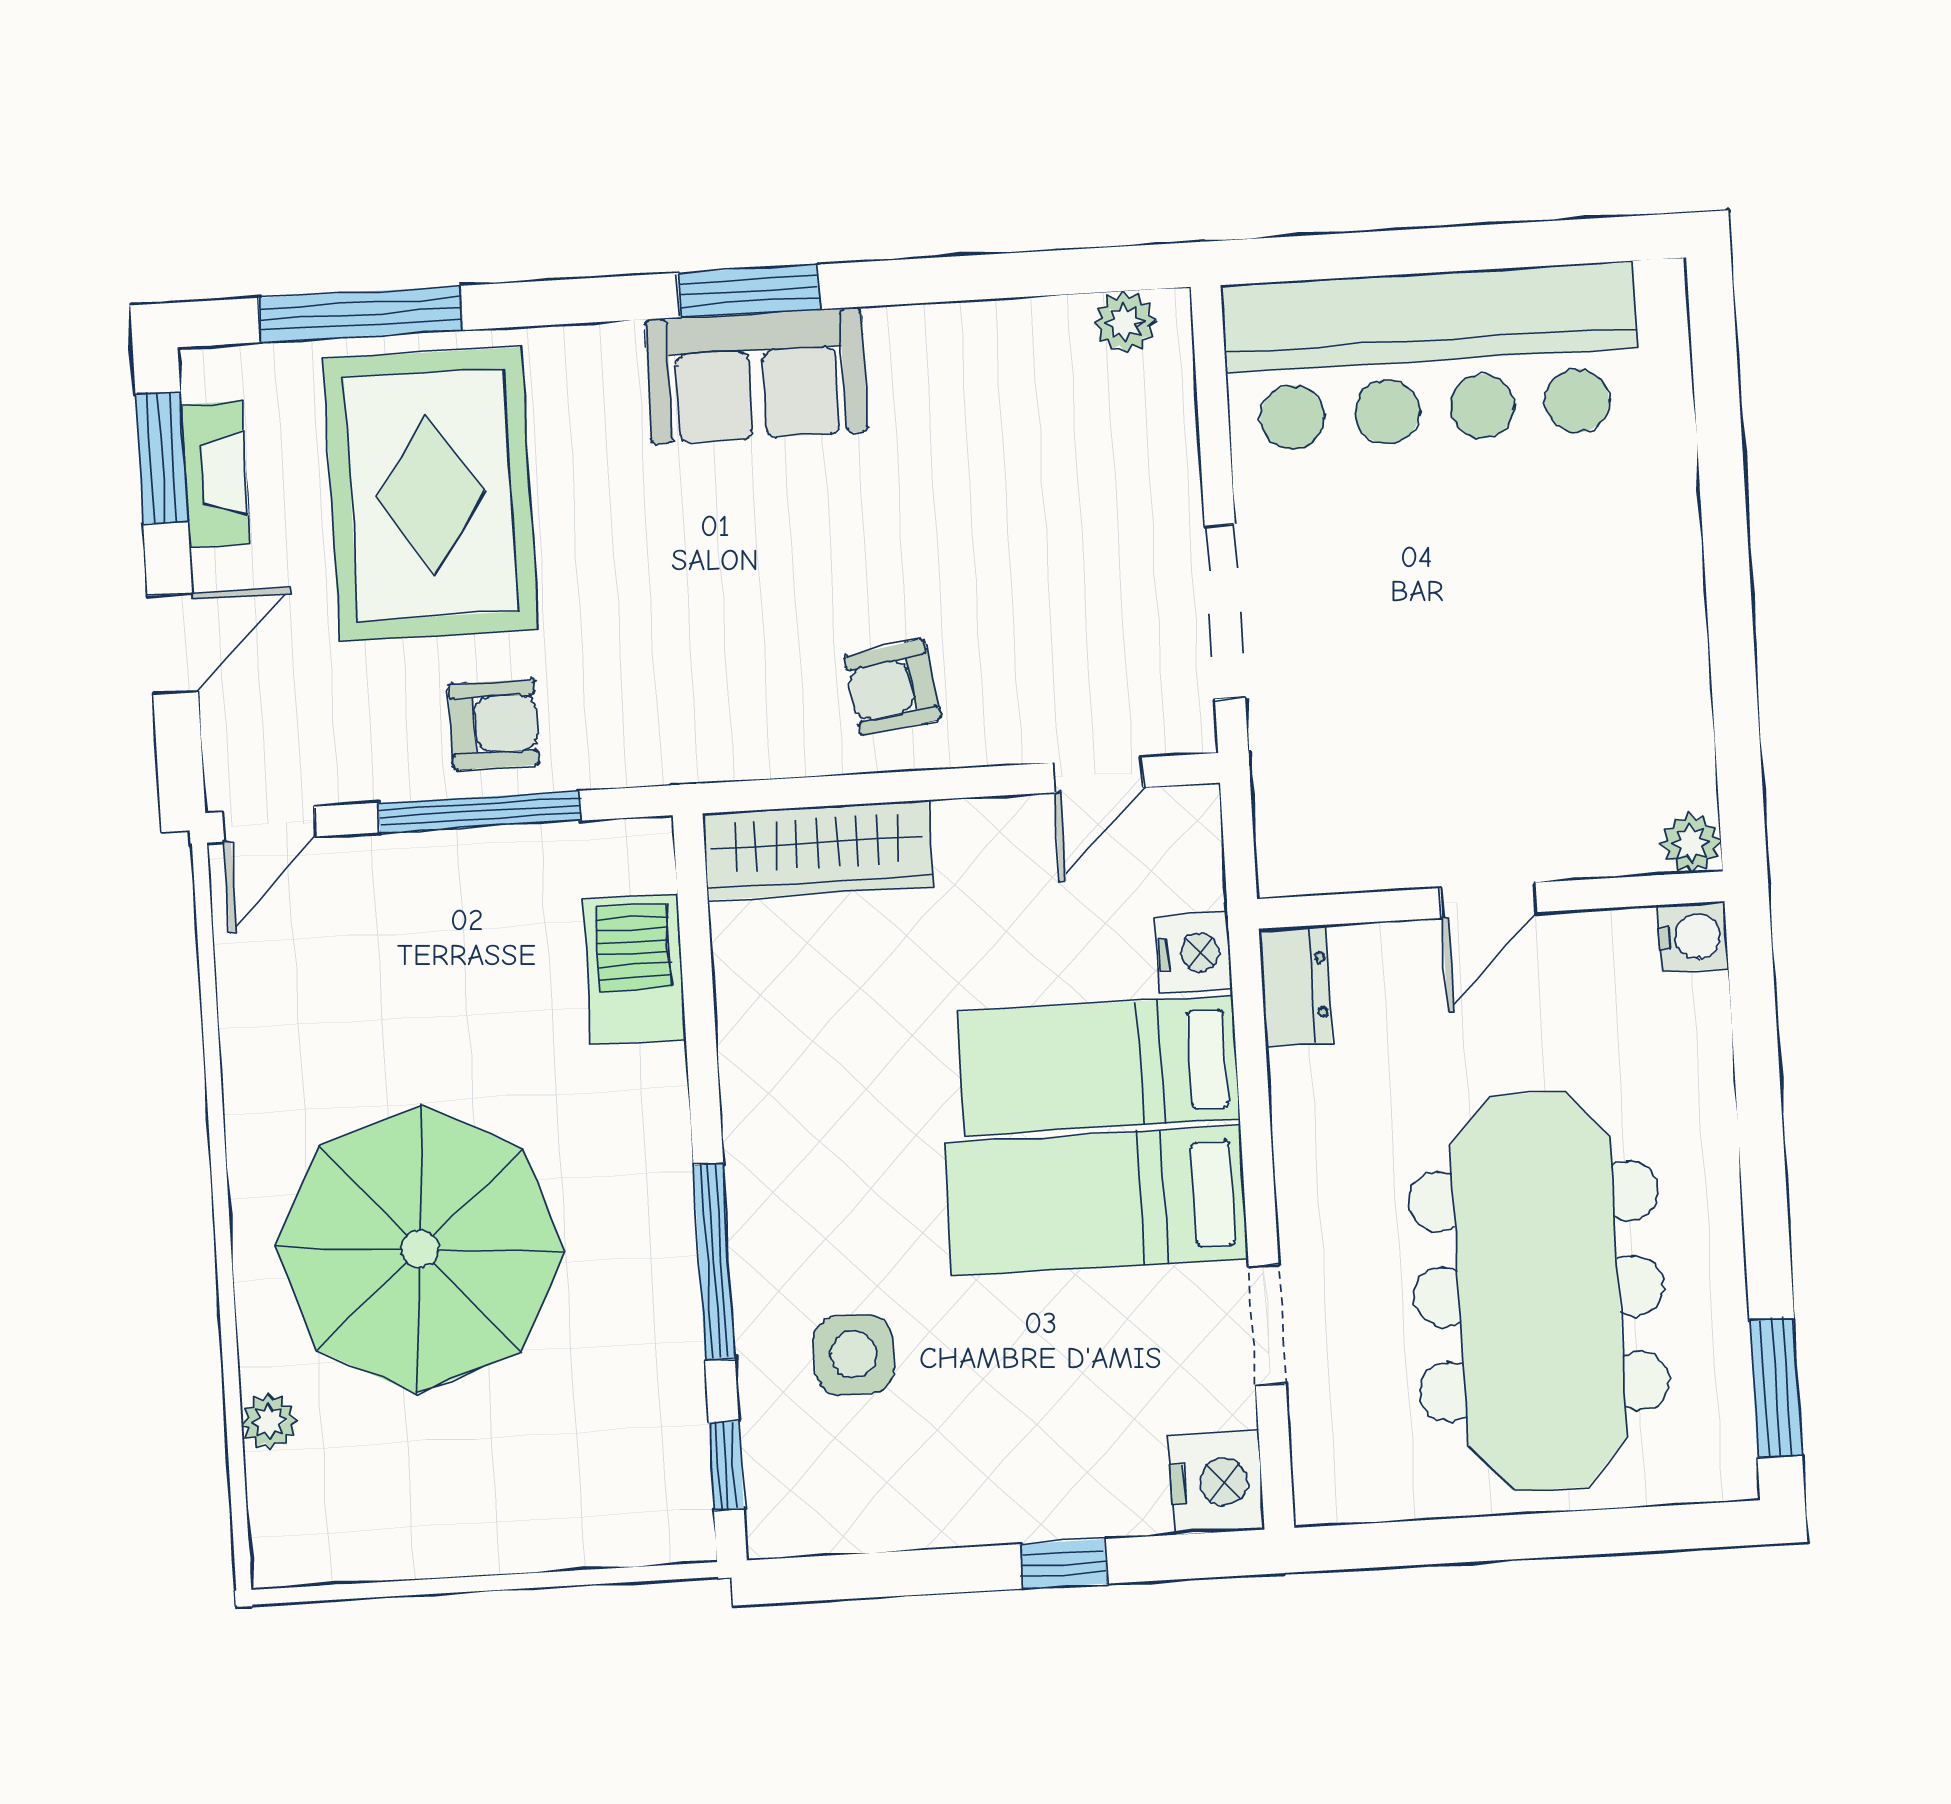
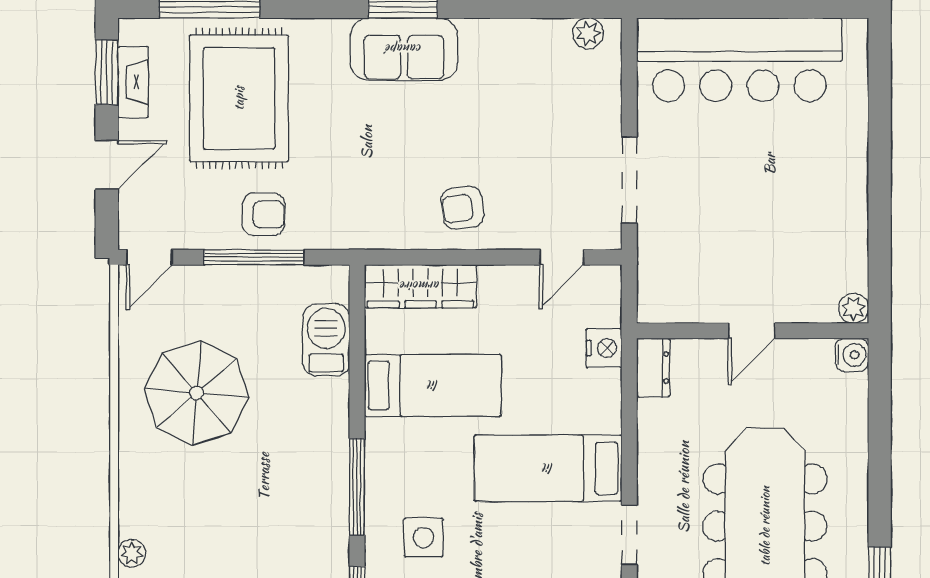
bed: (1099, 1066) -> (433, 385), moved, turned 180
parasol: (420, 1249) -> (197, 393), moved, width x0.73, depth x0.73

